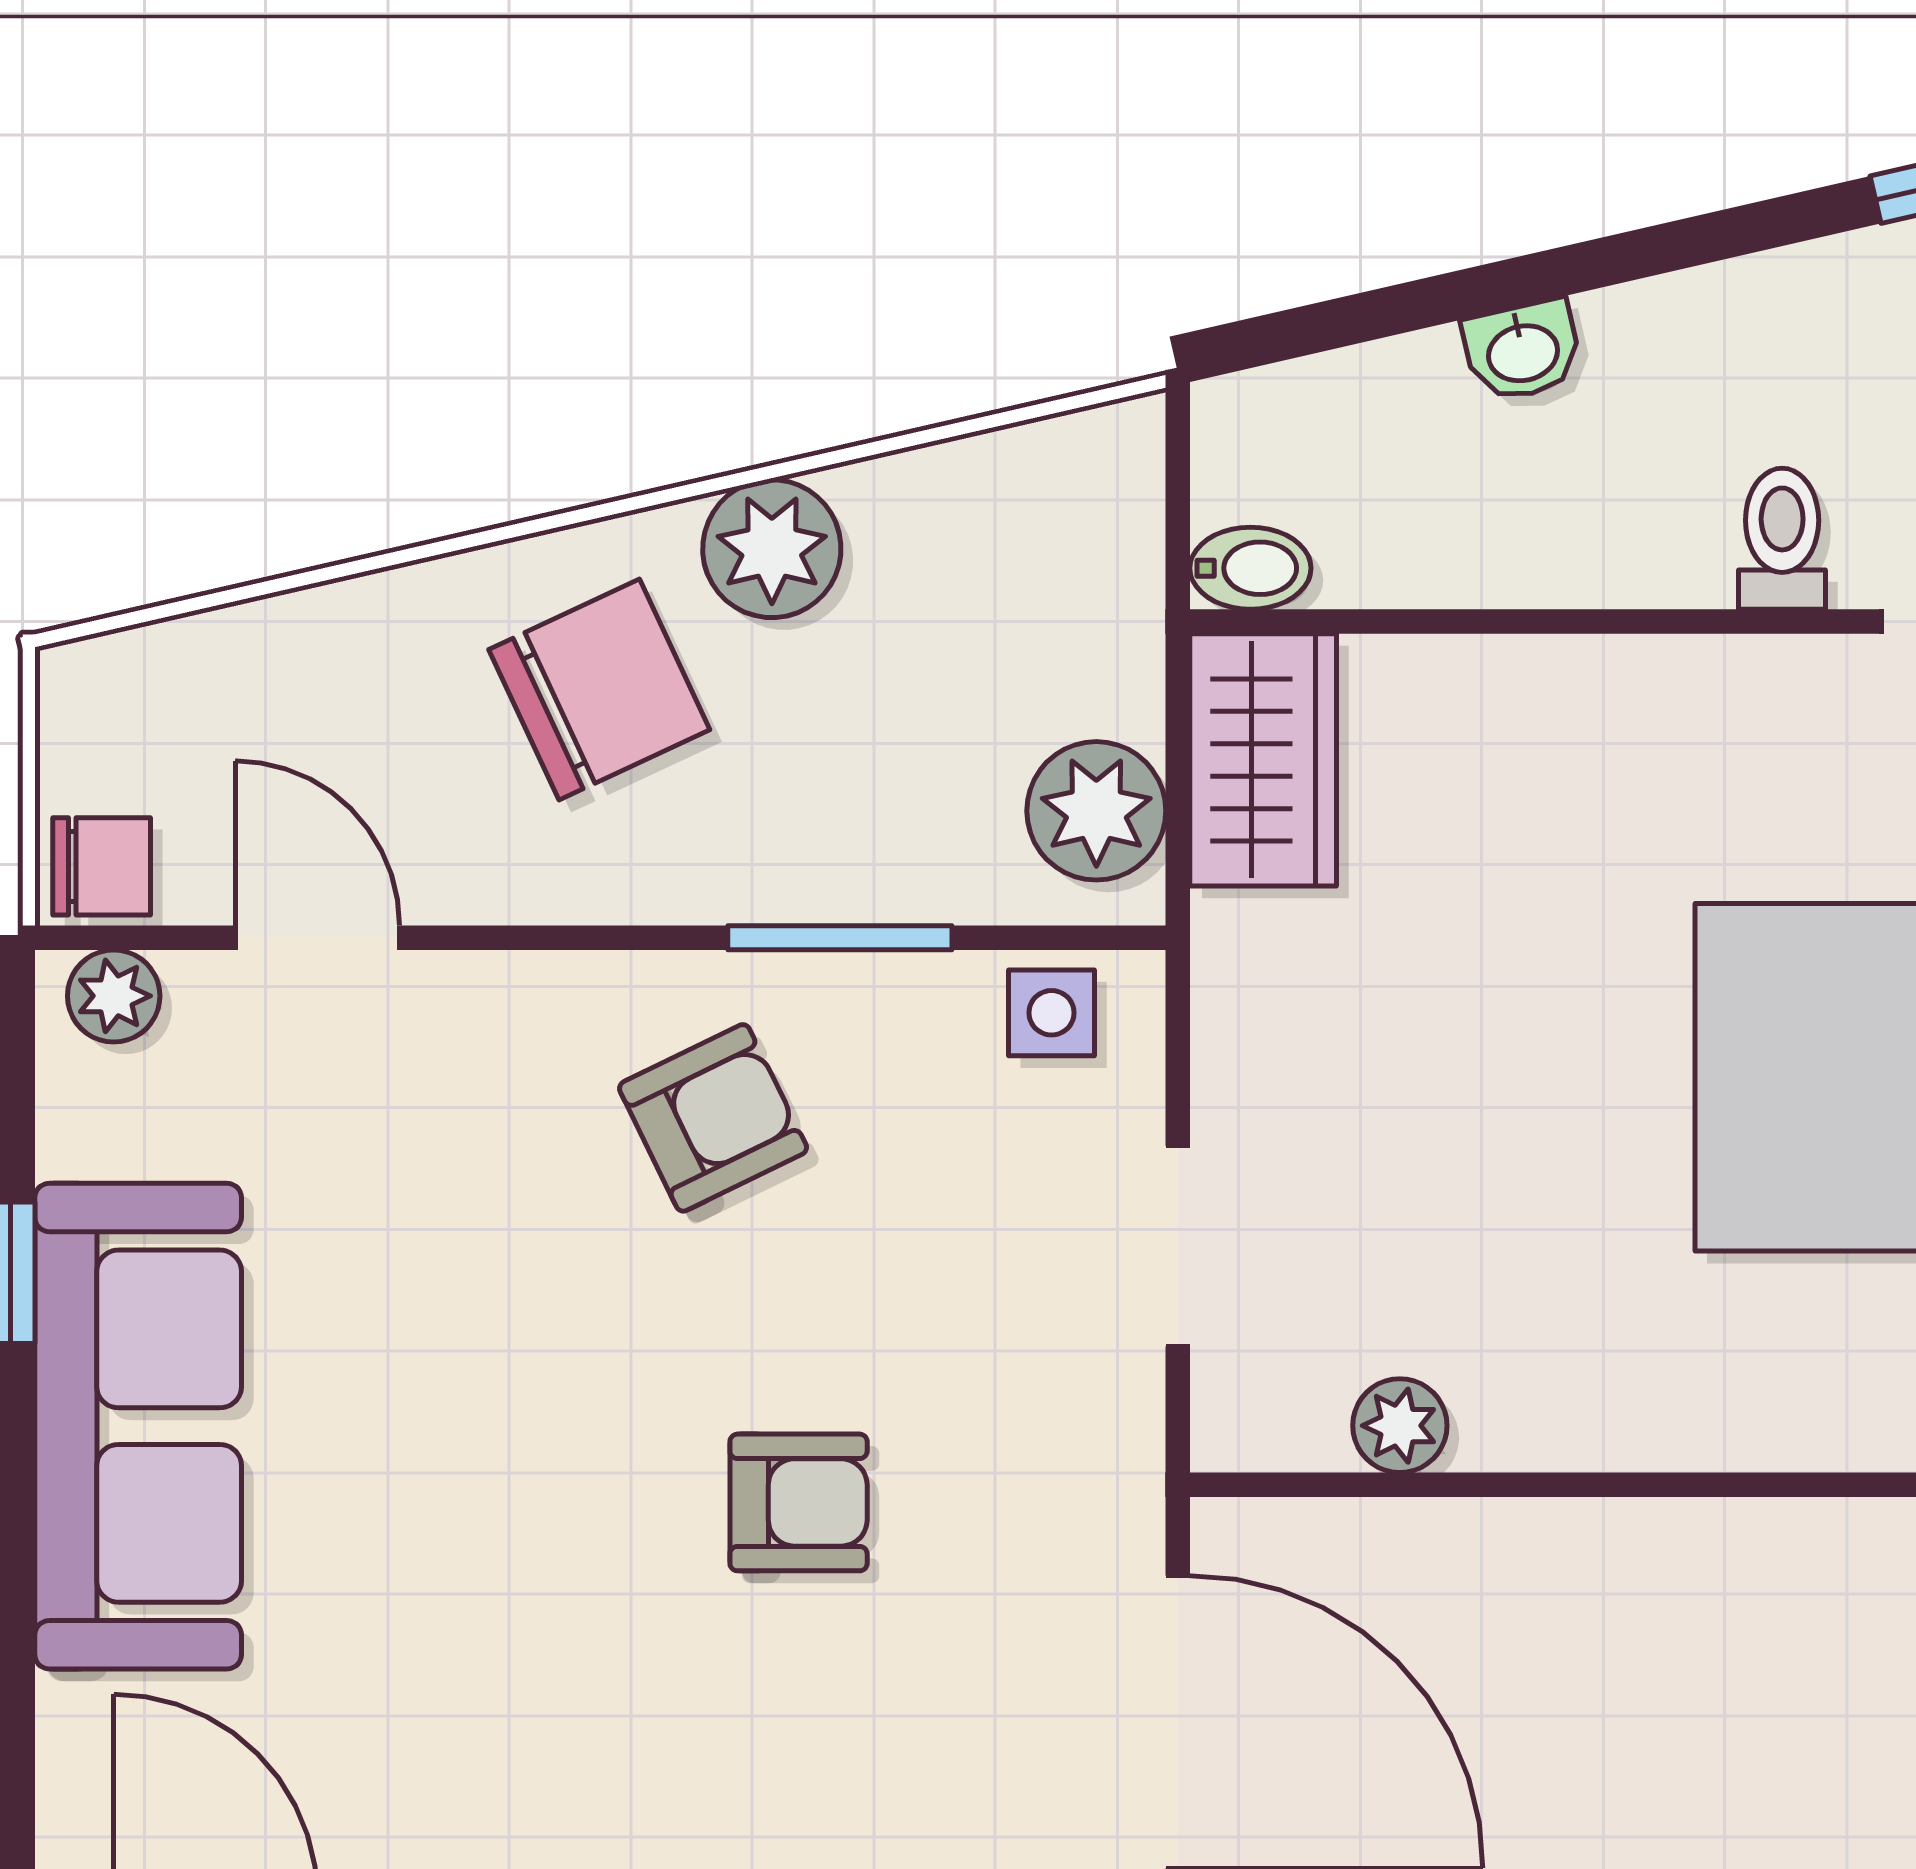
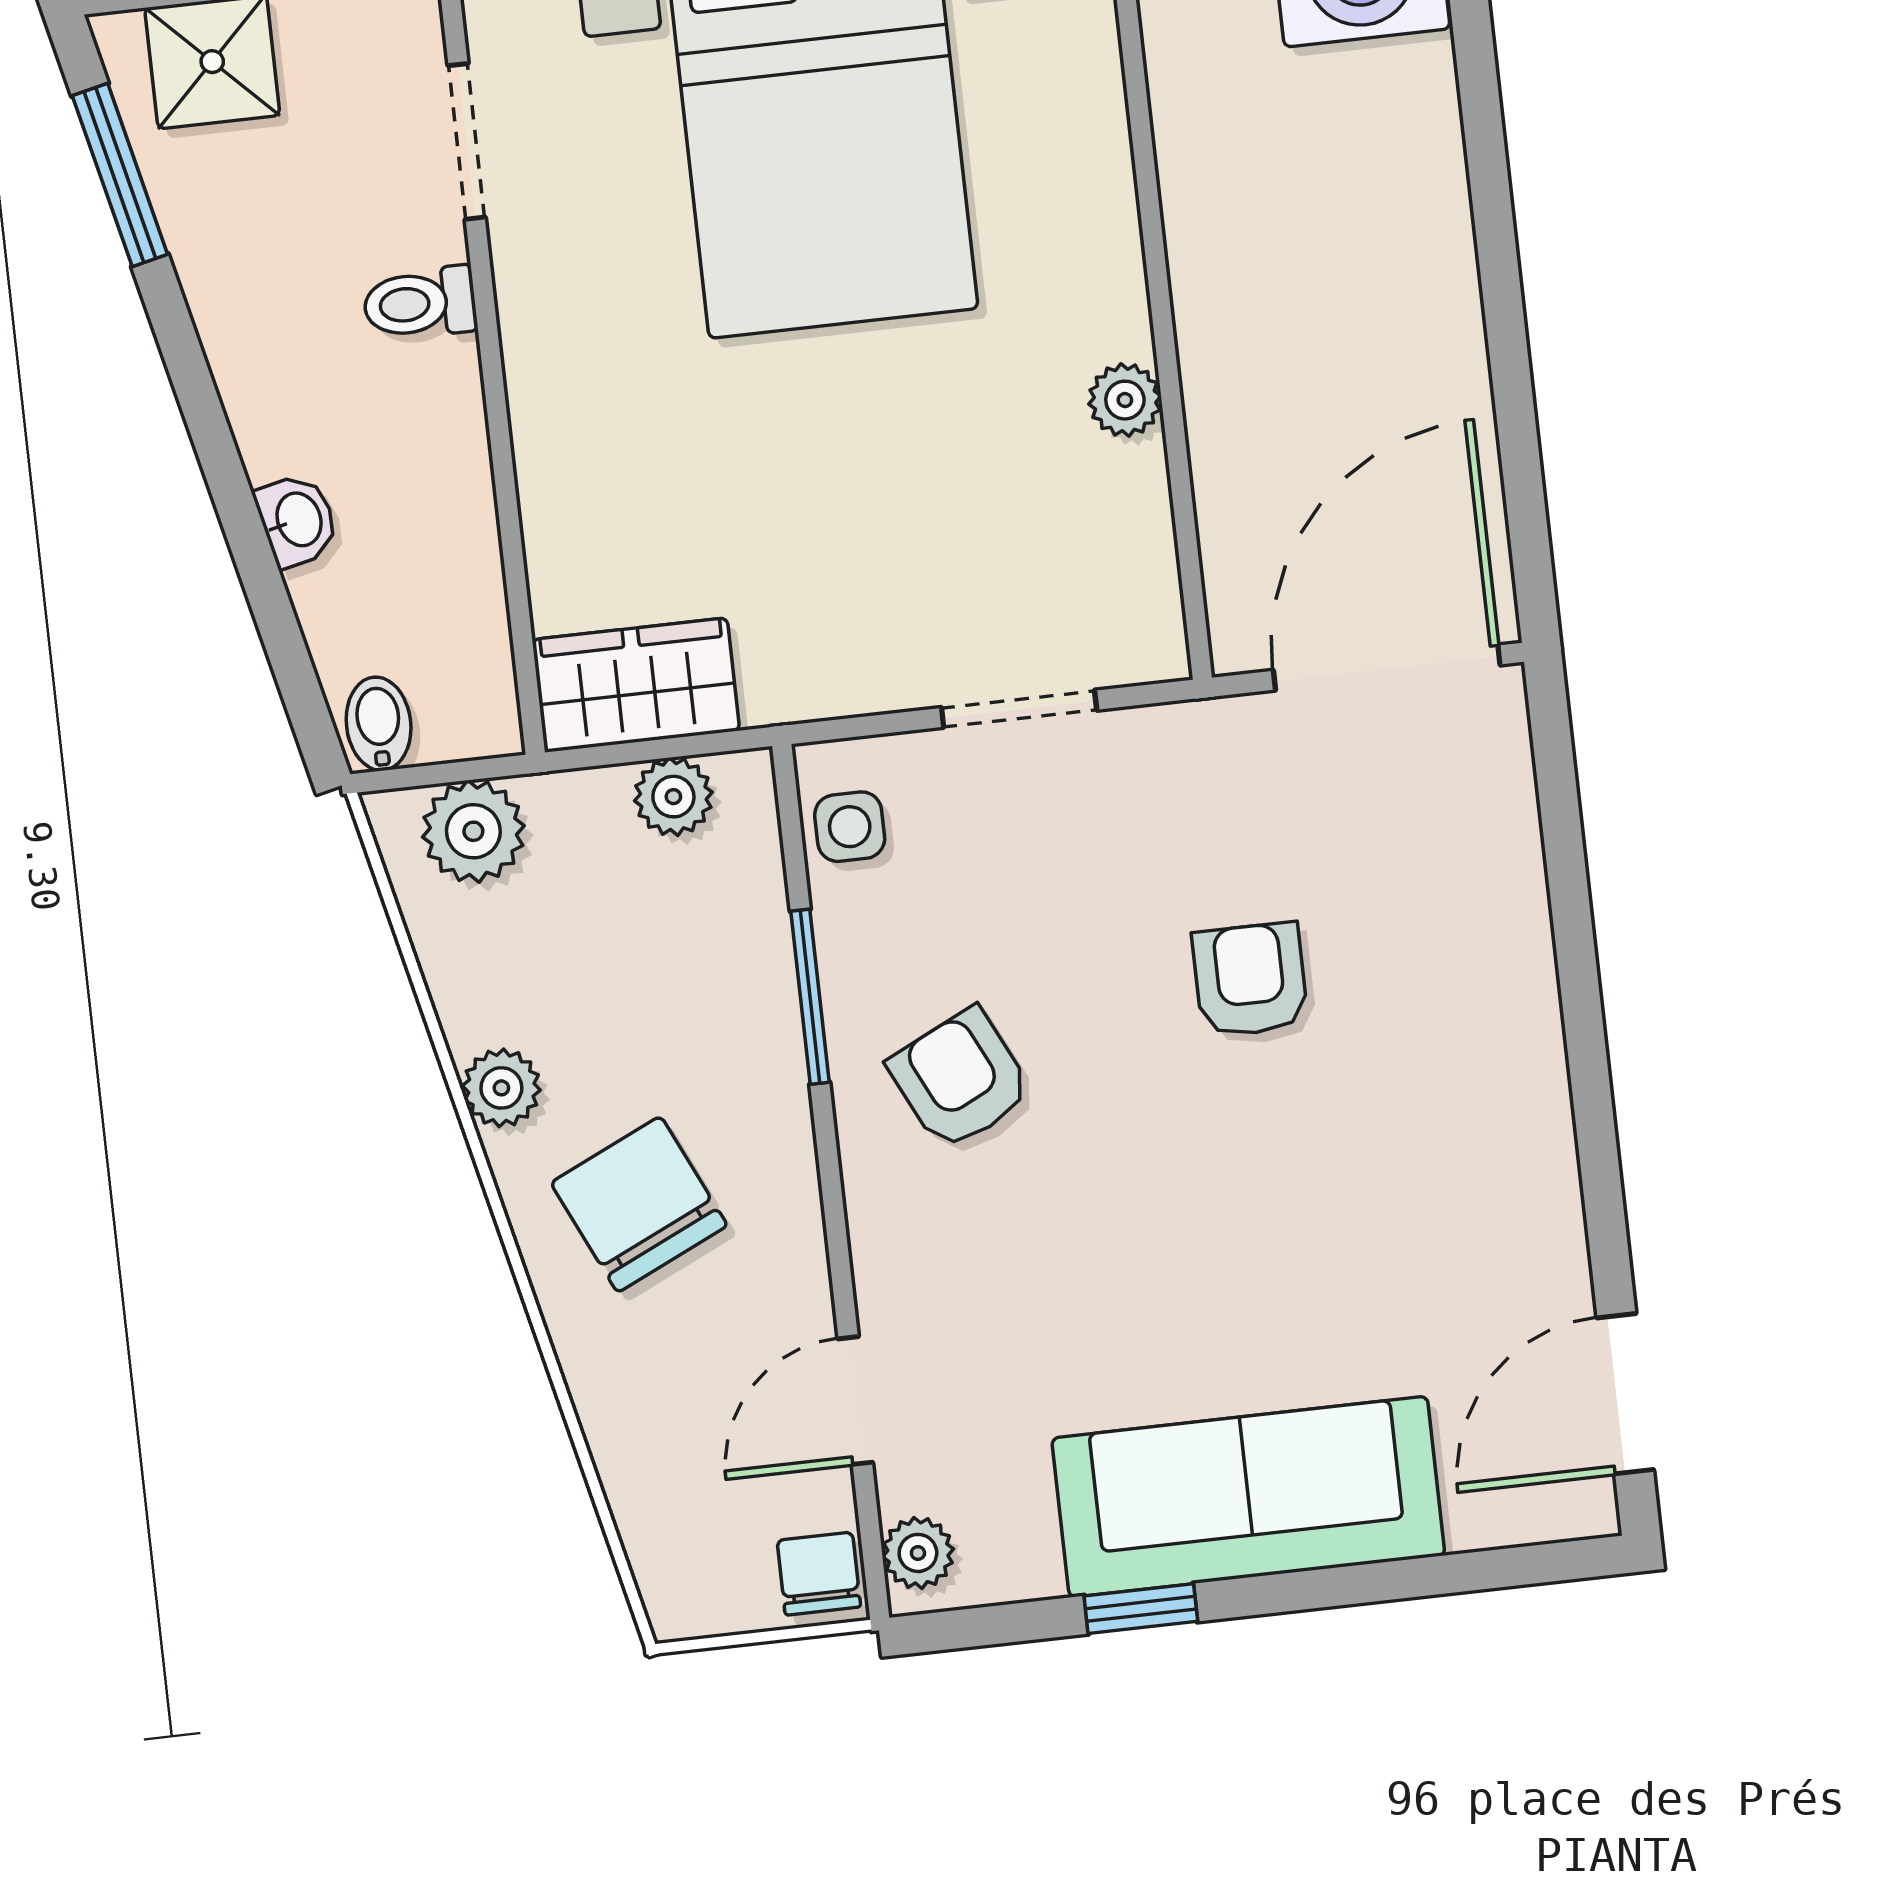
plant: (1100, 531) -> (473, 831), added
plant: (772, 549) -> (501, 1088), width x0.73, depth x0.73
bidet: (1250, 568) -> (379, 724), moved
plant: (1096, 811) -> (673, 797), width x0.73, depth x0.73
plant: (1400, 1426) -> (1125, 400), moved

